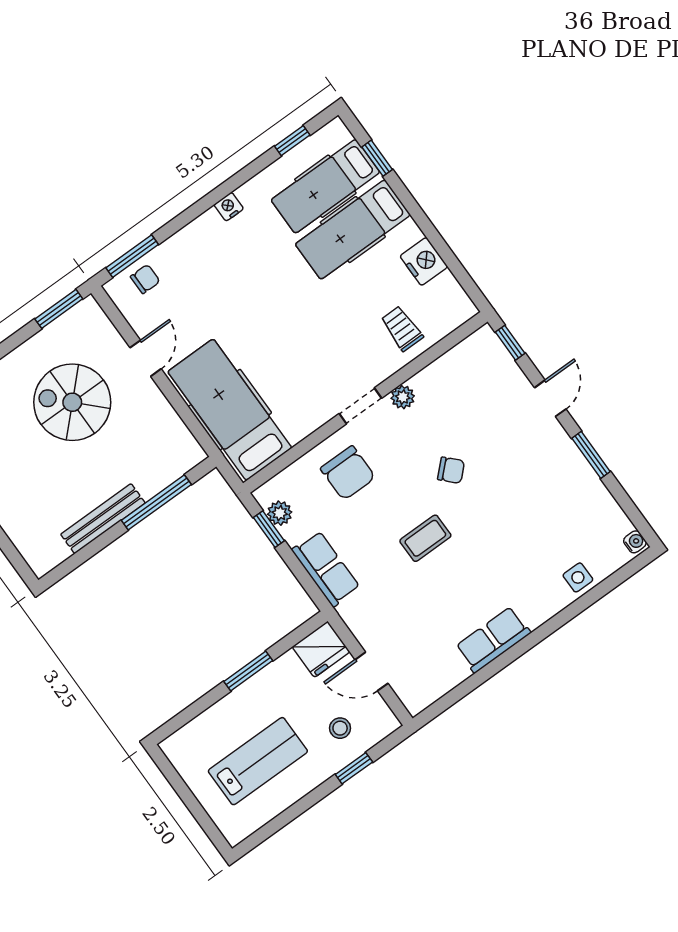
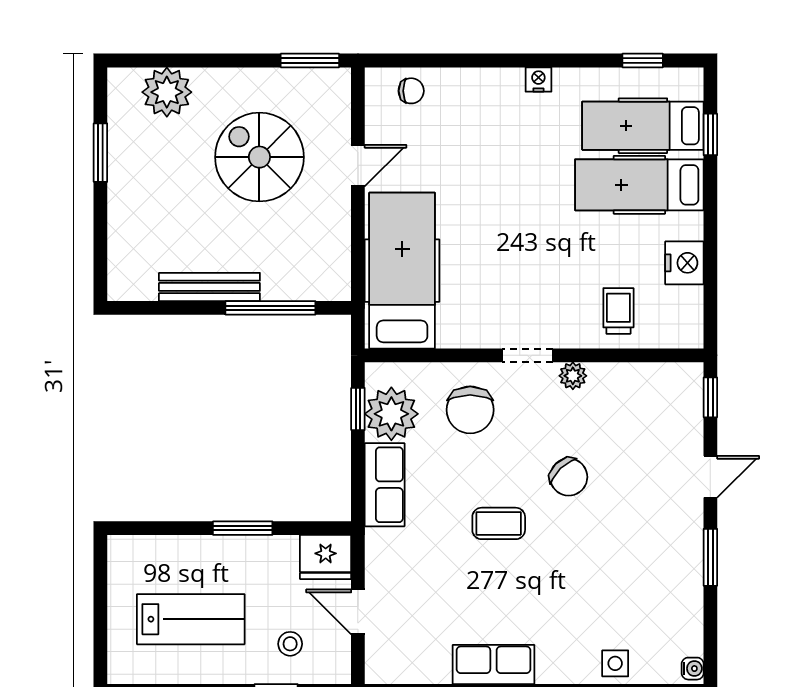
window: (132, 256) -> (414, 60), removed
chair: (451, 470) -> (569, 477), width x1.37, depth x1.37
plant: (280, 513) -> (391, 414), width x1.87, depth x1.87

